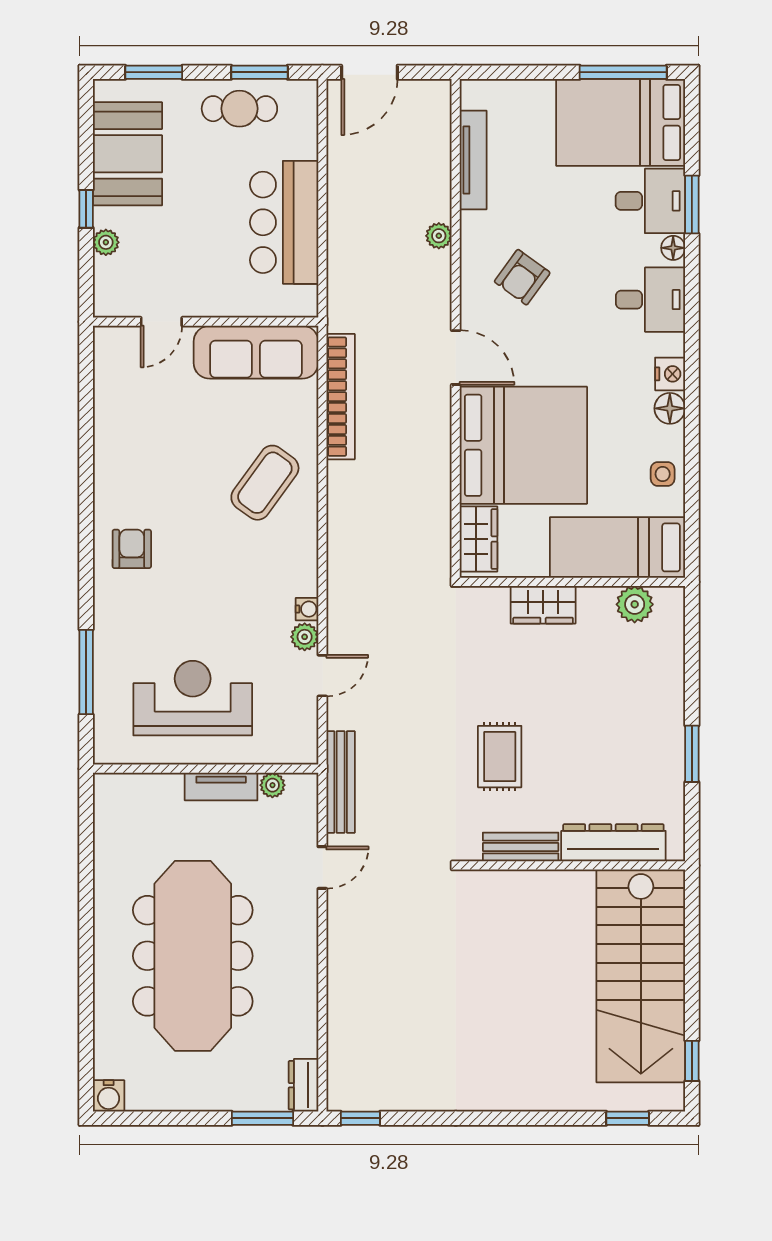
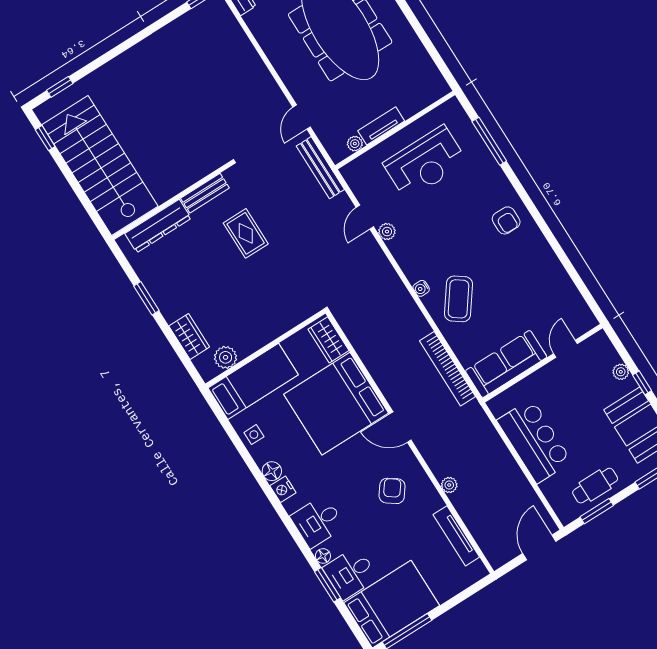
wardrobe: (543, 605) -> (189, 337), moved, turned 90
water cooler: (307, 609) -> (421, 288), moved

